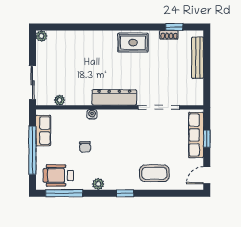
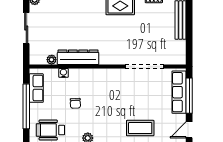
sliding door: (32, 83) -> (26, 28), moved
dresser: (114, 97) -> (78, 57), moved
water cooler: (92, 114) -> (63, 73), moved
window: (207, 139) -> (189, 96), width x2.17

